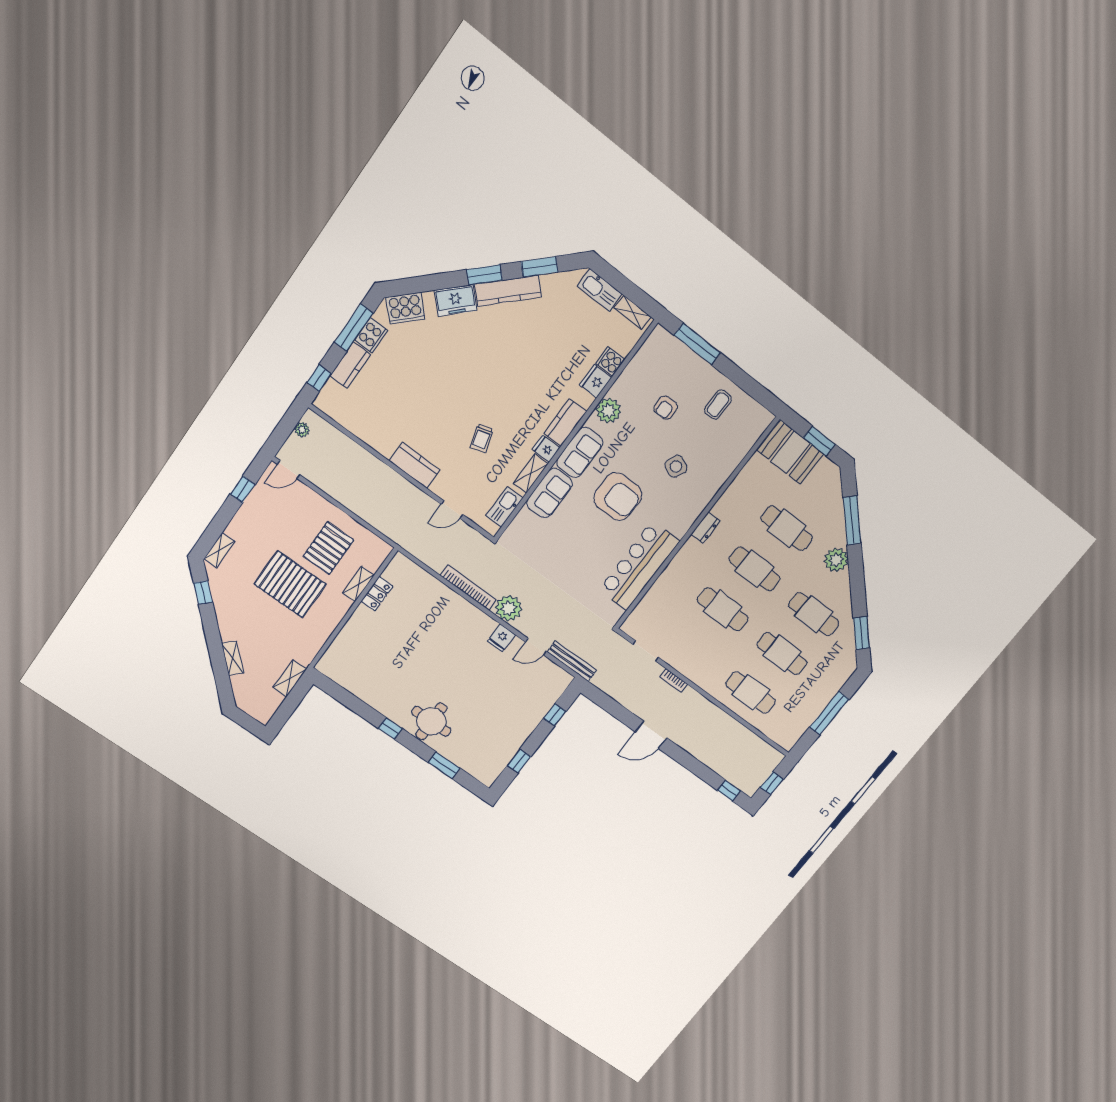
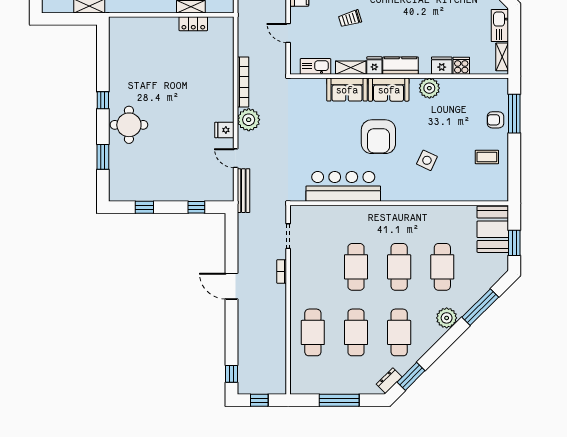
armchair: (666, 408) -> (495, 120), moved
dresser: (706, 528) -> (389, 381), moved, turned 135

